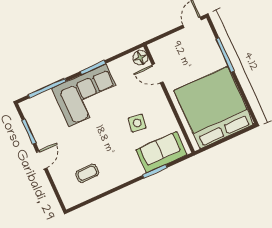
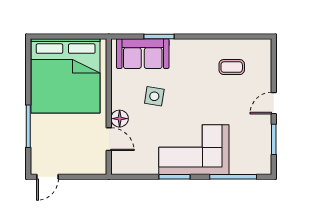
floor lamp: (140, 58) -> (120, 119), moved

